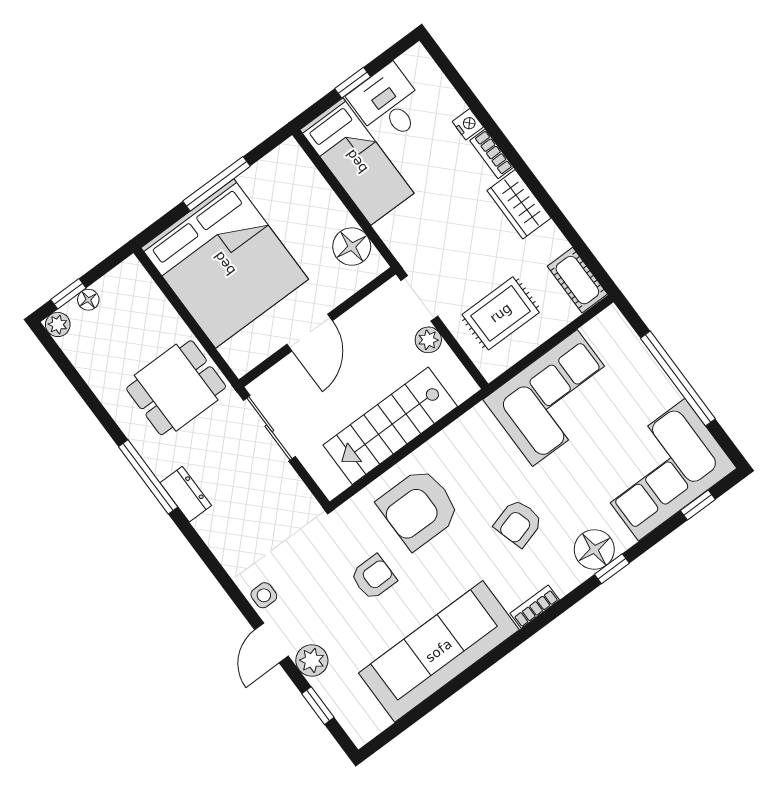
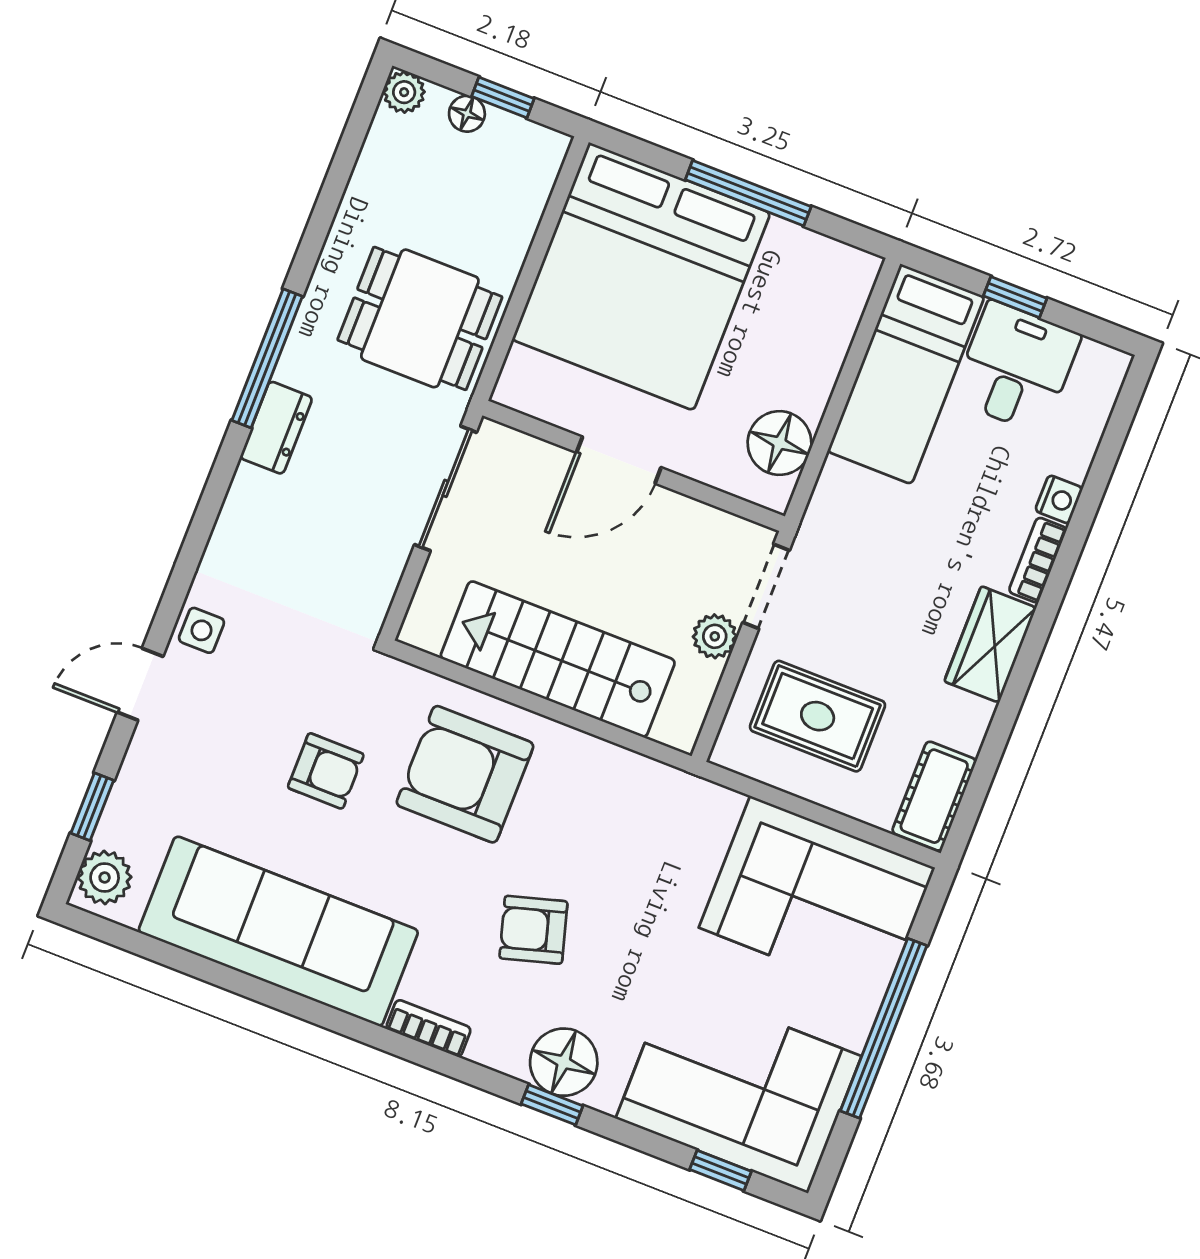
window: (68, 294) -> (503, 97), moved
corner sofa: (555, 398) -> (817, 898), moved
plant: (312, 660) -> (105, 877), moved

